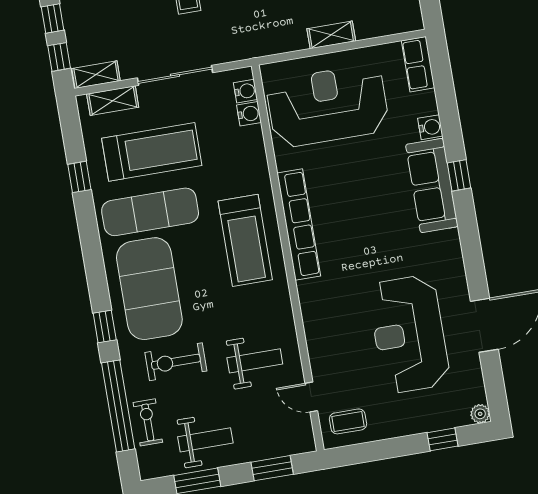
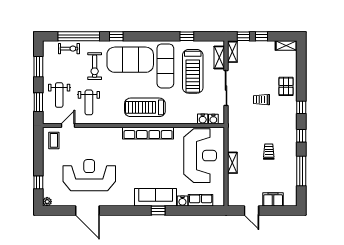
row of seats: (418, 64) -> (201, 200), moved
exercise bike: (176, 362) -> (95, 66), turned 180
weight bench: (205, 440) -> (59, 95), moved

